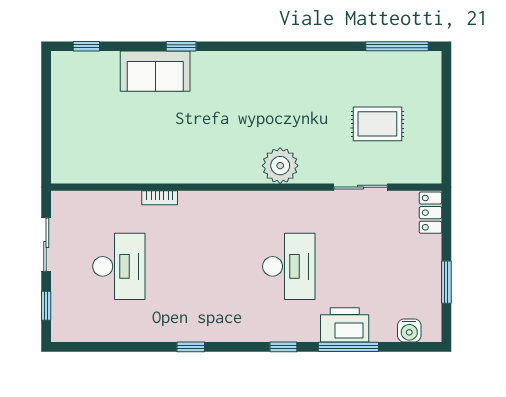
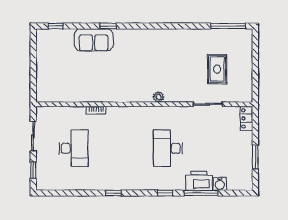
rug: (377, 124) -> (217, 69), turned 90
plant: (280, 166) -> (158, 97), width x0.53, depth x0.53
desk: (289, 266) -> (168, 148), turned 180
water cooler: (409, 330) -> (220, 184), moved

